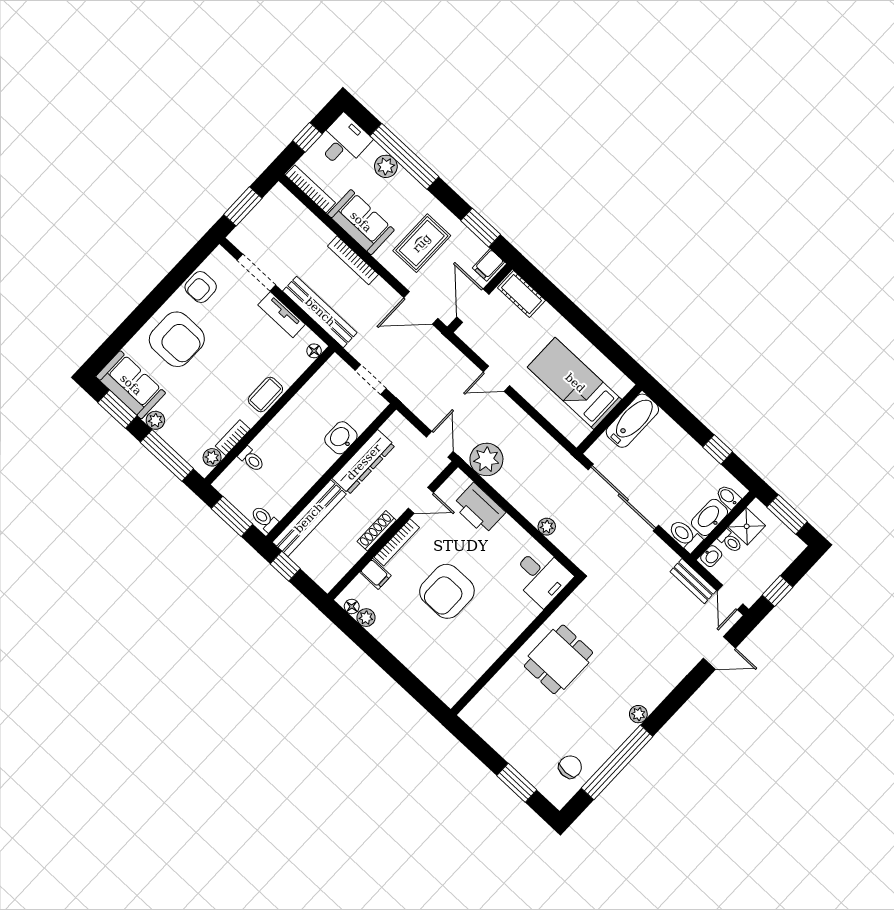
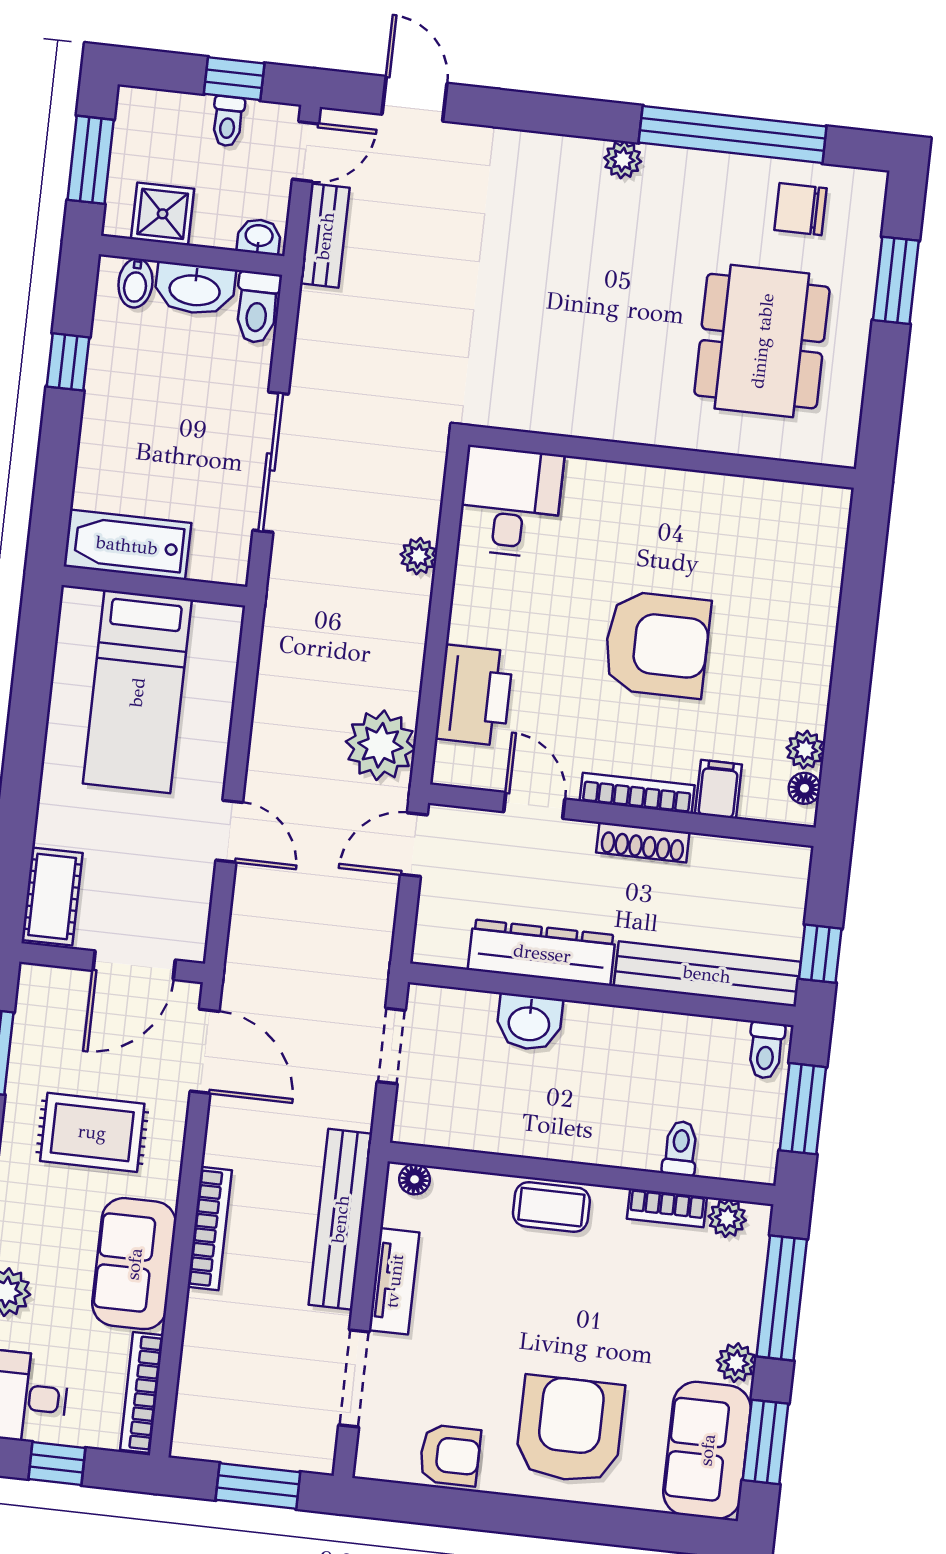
filing cabinet: (488, 265) -> (45, 991), removed
sliding door: (623, 497) -> (271, 462), width x0.73
toilet: (730, 541) -> (228, 121), moved, turned 180
dining table: (558, 659) -> (762, 341), moved, width x1.38

